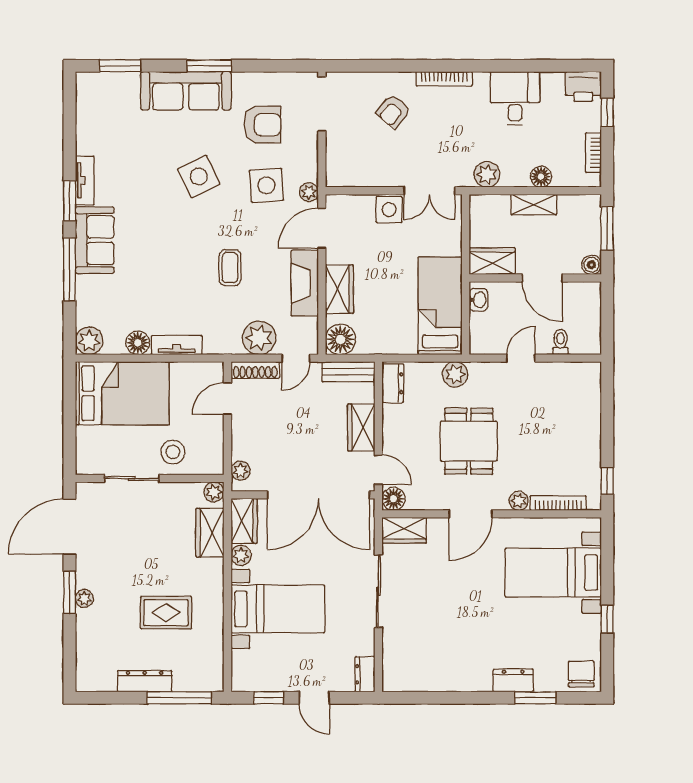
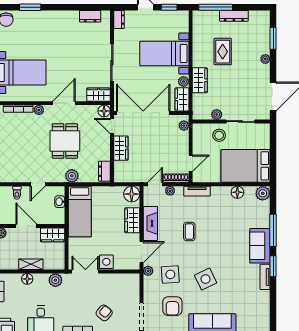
armchair: (262, 125) -> (172, 306), turned -90
washbasin: (478, 300) -> (60, 202), moved
plant: (259, 338) -> (170, 191), width x0.53, depth x0.53
tv unit: (177, 345) -> (197, 191), moved
bench: (348, 372) -> (128, 177), removed
plant: (214, 492) -> (217, 114), moved
wardrobe: (210, 533) -> (200, 80), moved
window: (69, 593) -> (273, 38), moved
rug: (166, 613) -> (223, 52), turned 90
dresser: (513, 681) -> (90, 16), moved

